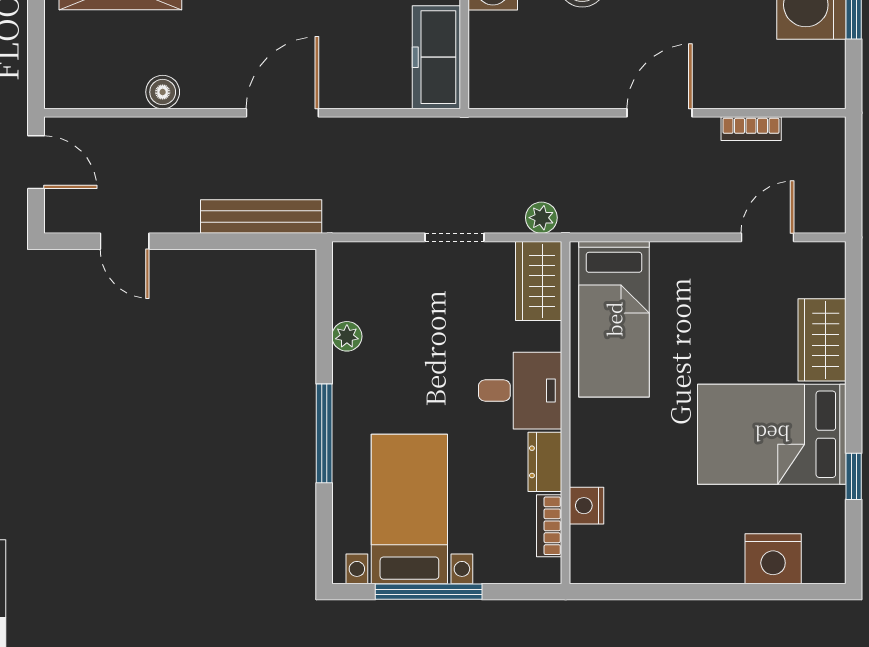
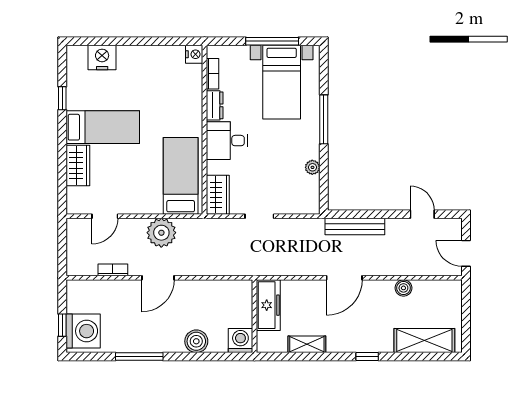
plant: (541, 218) -> (161, 233), moved, width x1.88, depth x1.88
bed: (772, 434) -> (103, 127), width x0.67
nightstand: (587, 506) -> (194, 54), moved

